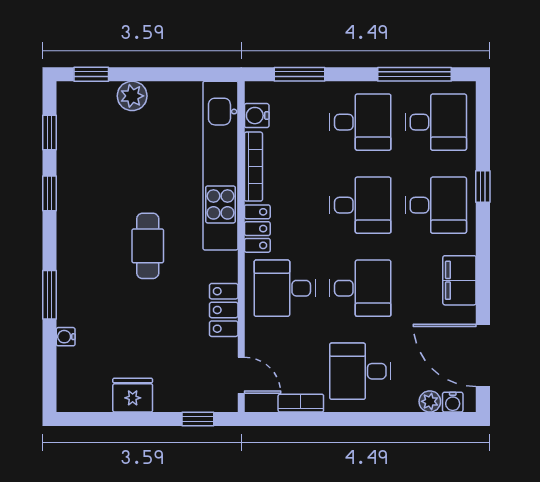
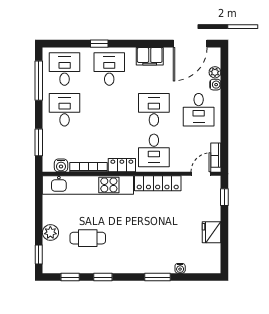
desk: (360, 205) -> (109, 110), removed
cafe table: (148, 246) -> (88, 238), moved
locker: (224, 310) -> (158, 183), width x1.53
water cooler: (453, 402) -> (215, 85), moved
bookcase: (301, 403) -> (216, 155), moved

